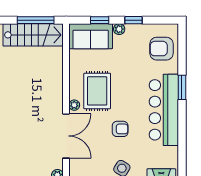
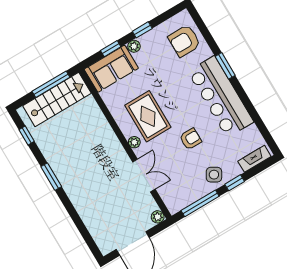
double door: (66, 136) -> (144, 175), width x0.73

